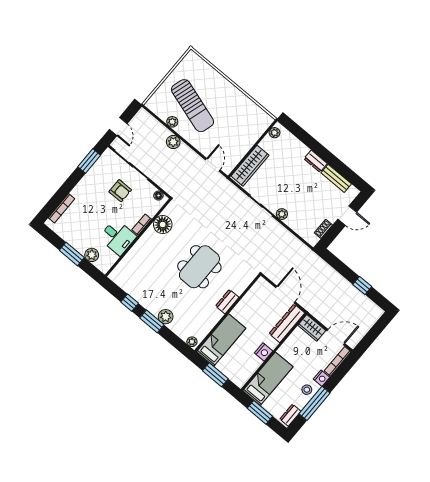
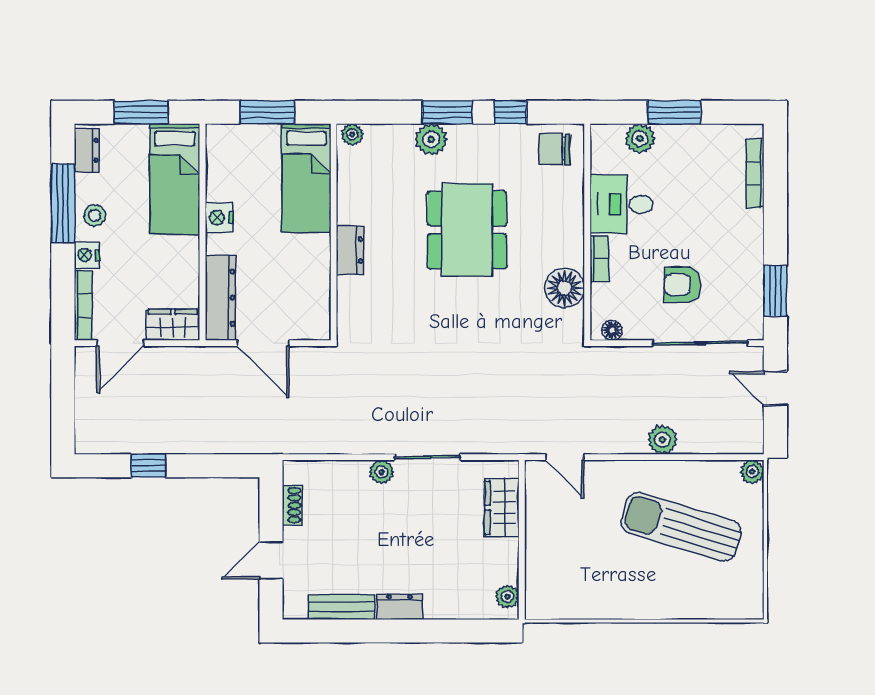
plant: (172, 122) -> (752, 472), moved
wardrobe: (250, 166) -> (502, 508), width x0.67
dining table: (199, 267) -> (467, 230), moved
chair: (125, 277) -> (554, 149), added

